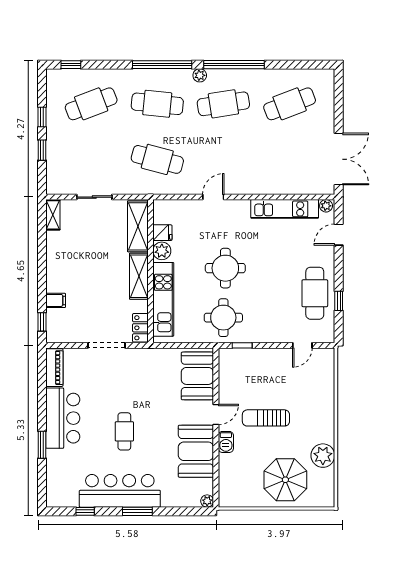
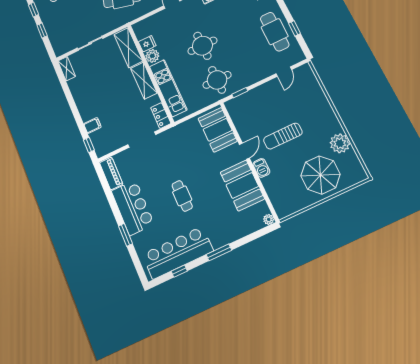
bar counter: (120, 491) -> (178, 253), moved

